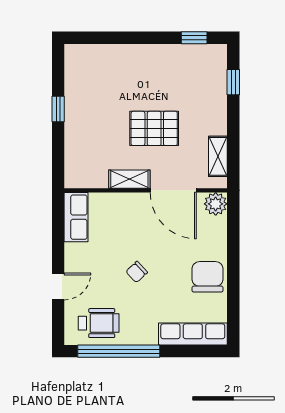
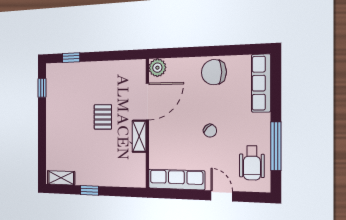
pallet: (154, 128) -> (103, 117), width x0.67, depth x0.71
shelving: (218, 156) -> (61, 178), moved
row of seats: (76, 217) -> (176, 179), width x1.48
wheelchair: (99, 323) -> (252, 163), turned 180
window: (119, 351) -> (276, 146), width x0.68

